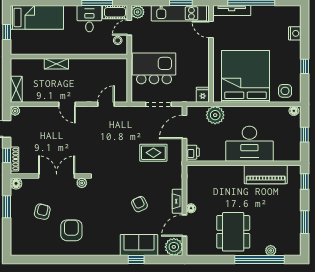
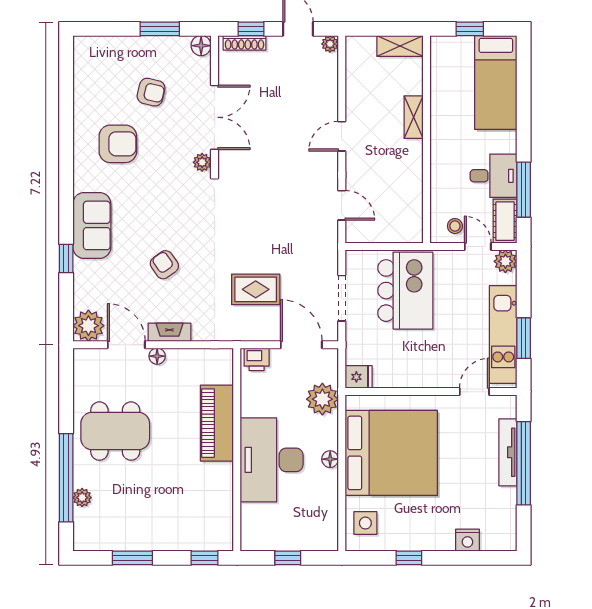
tv unit: (232, 11) -> (508, 452), moved
shelving: (16, 89) -> (400, 46), moved
floor lamp: (294, 111) -> (330, 459), moved
rug: (153, 153) -> (256, 289), turned 90
piano: (266, 175) -> (217, 423), moved
armchair: (140, 204) -> (164, 265), turned -99
sofa: (139, 245) -> (92, 225), moved

